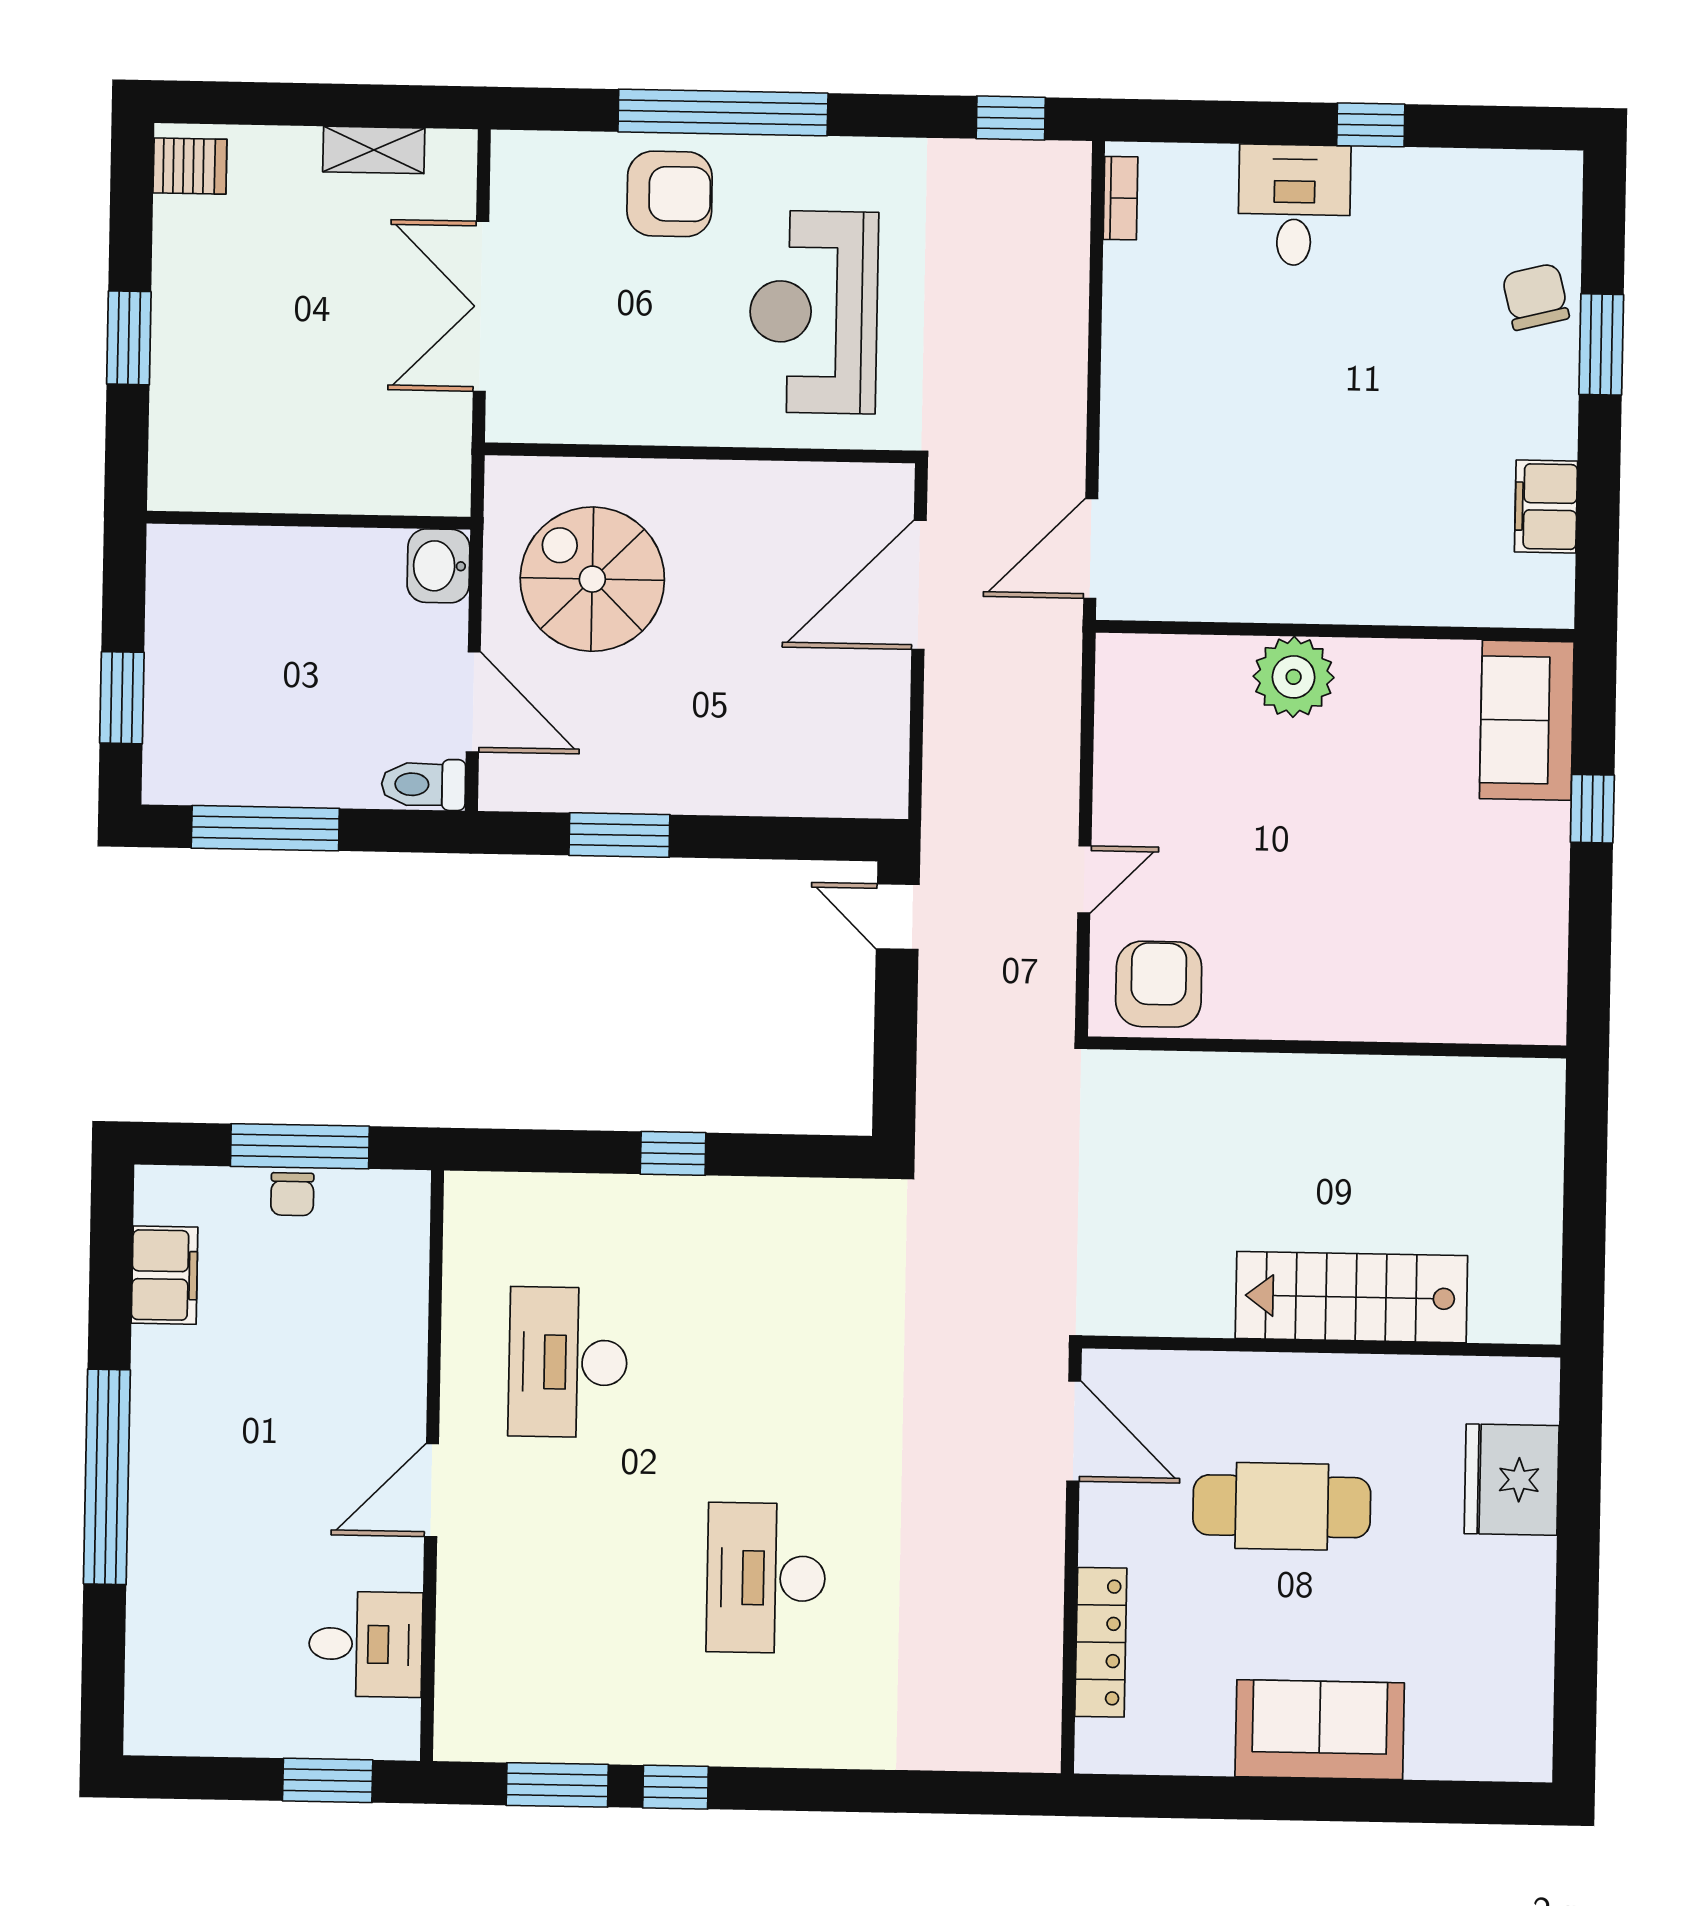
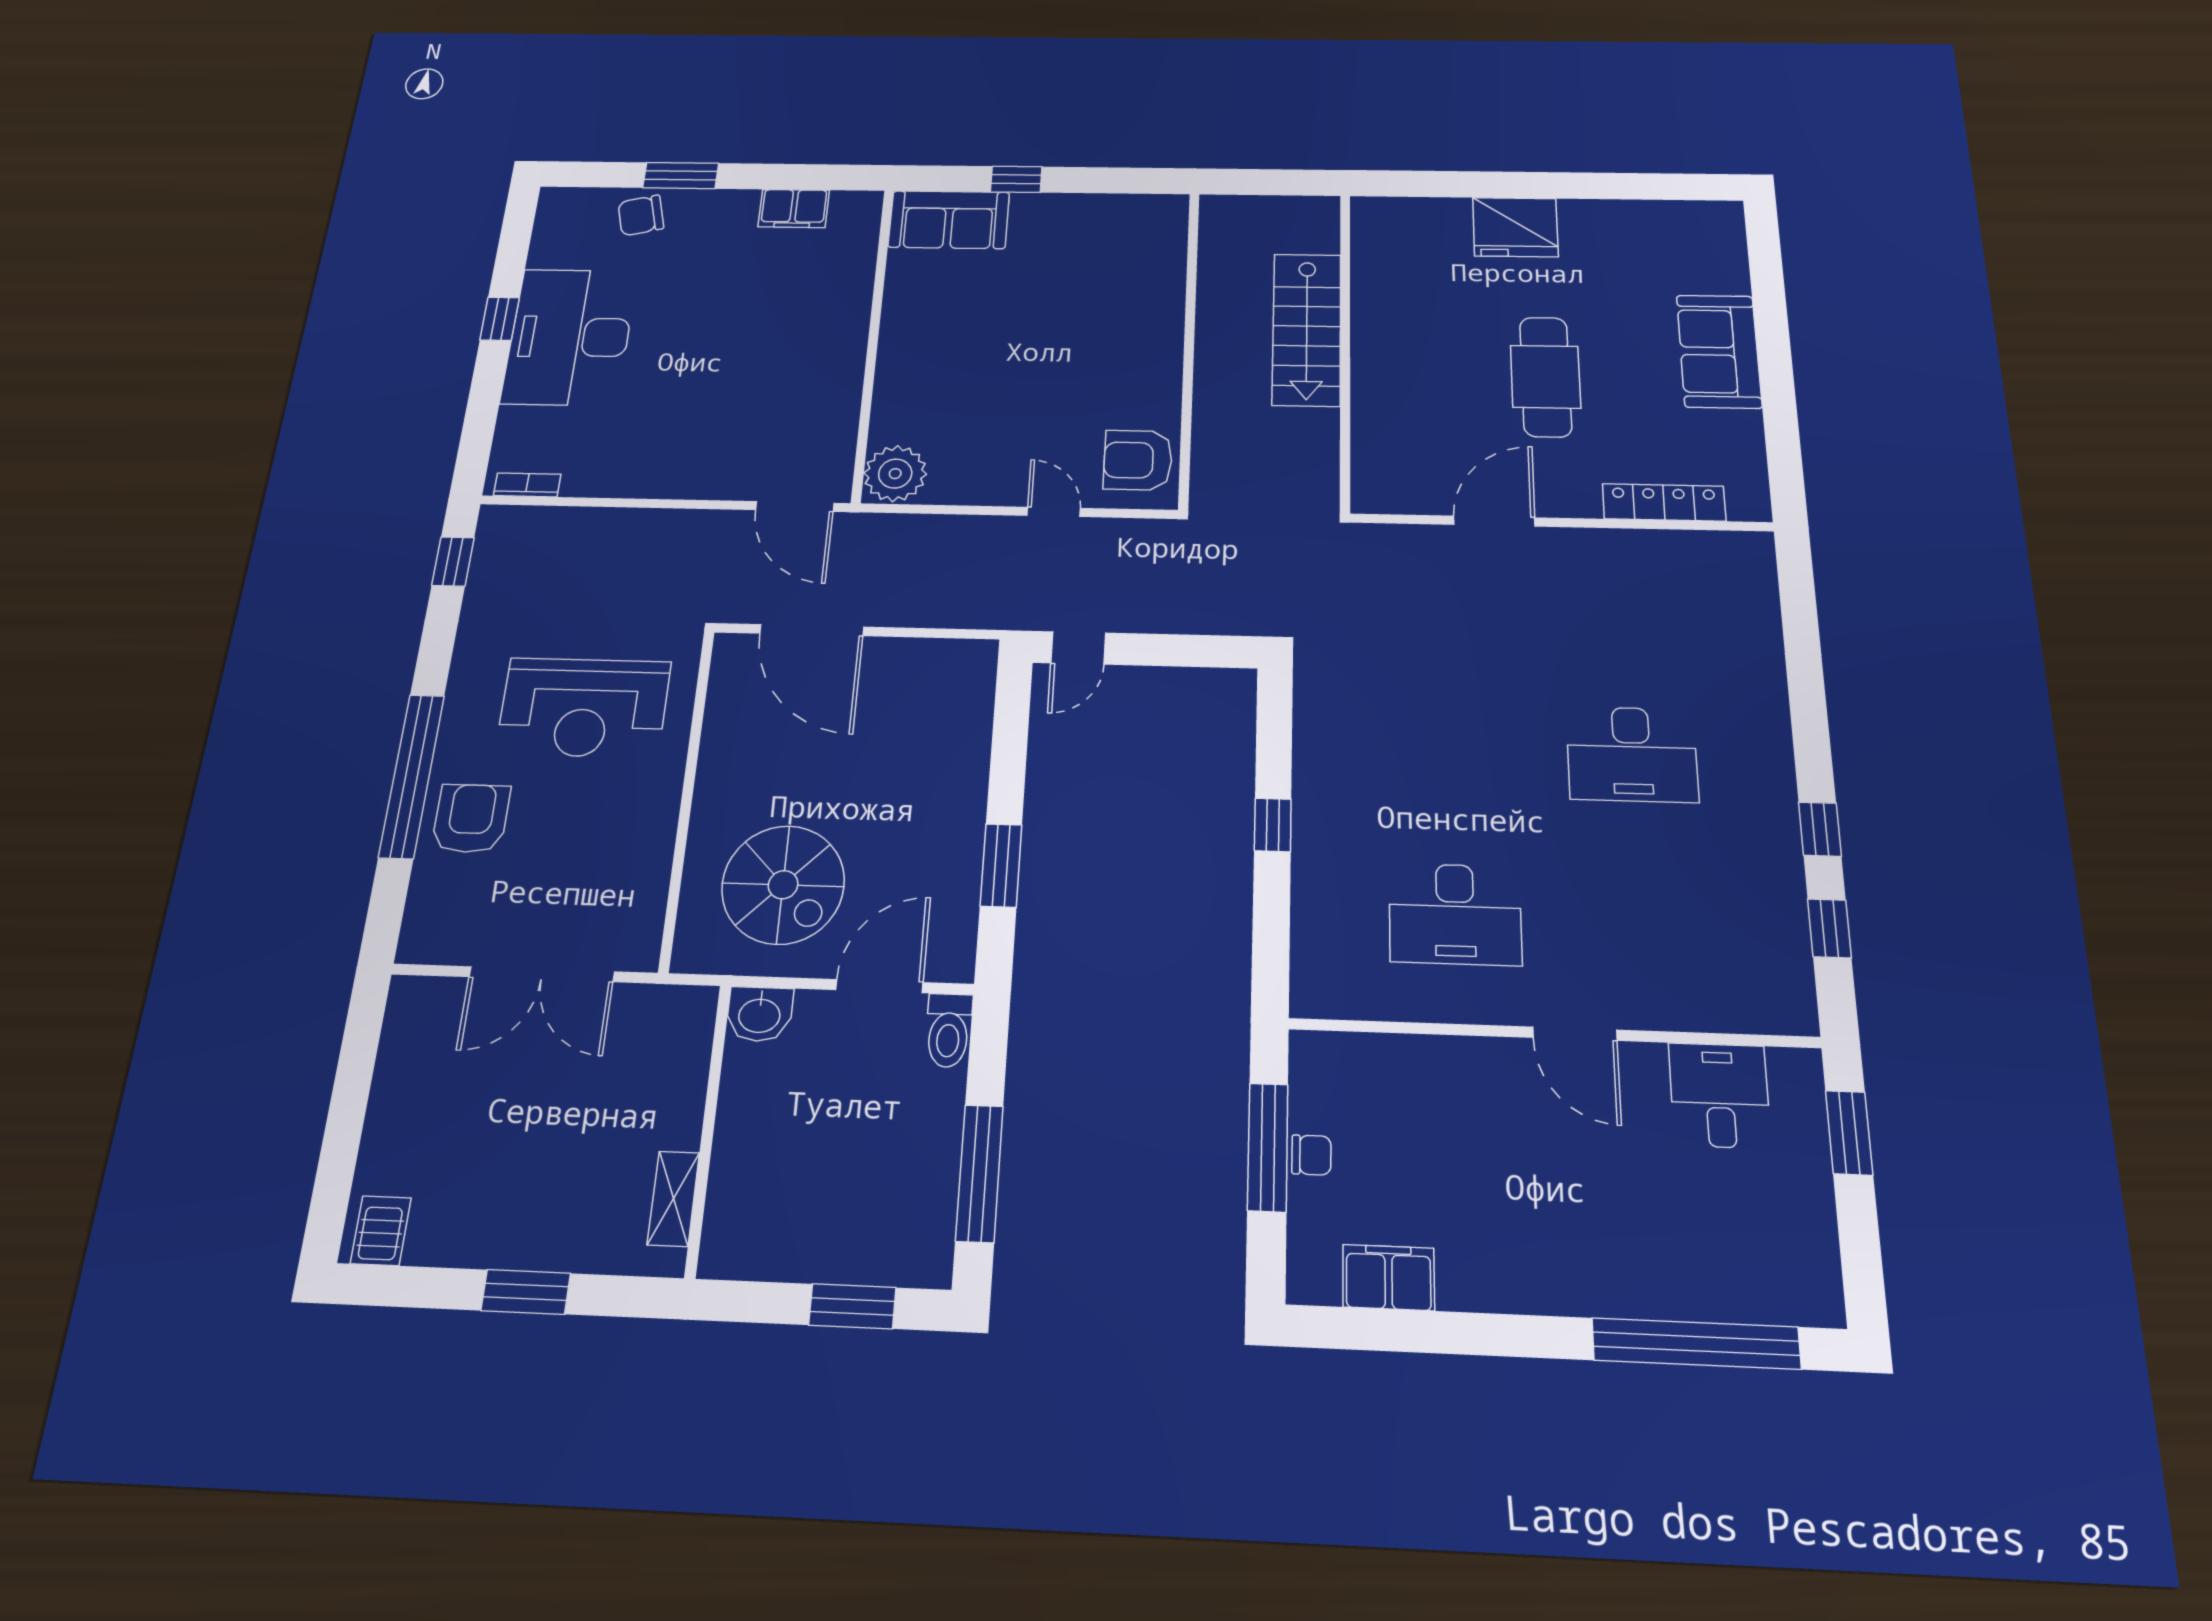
shelving: (374, 150) -> (673, 1199), moved
desk: (1294, 205) -> (570, 337), width x1.87, depth x1.30
spiral stairs: (592, 579) -> (783, 885), turned -90
plant: (1294, 677) -> (895, 474), moved
stairs: (1351, 1297) -> (1307, 329), moved
wall: (1321, 1346) -> (1345, 349), moved
window: (107, 1477) -> (1696, 1344), moved
window: (557, 1785) -> (1829, 928), width x0.67

